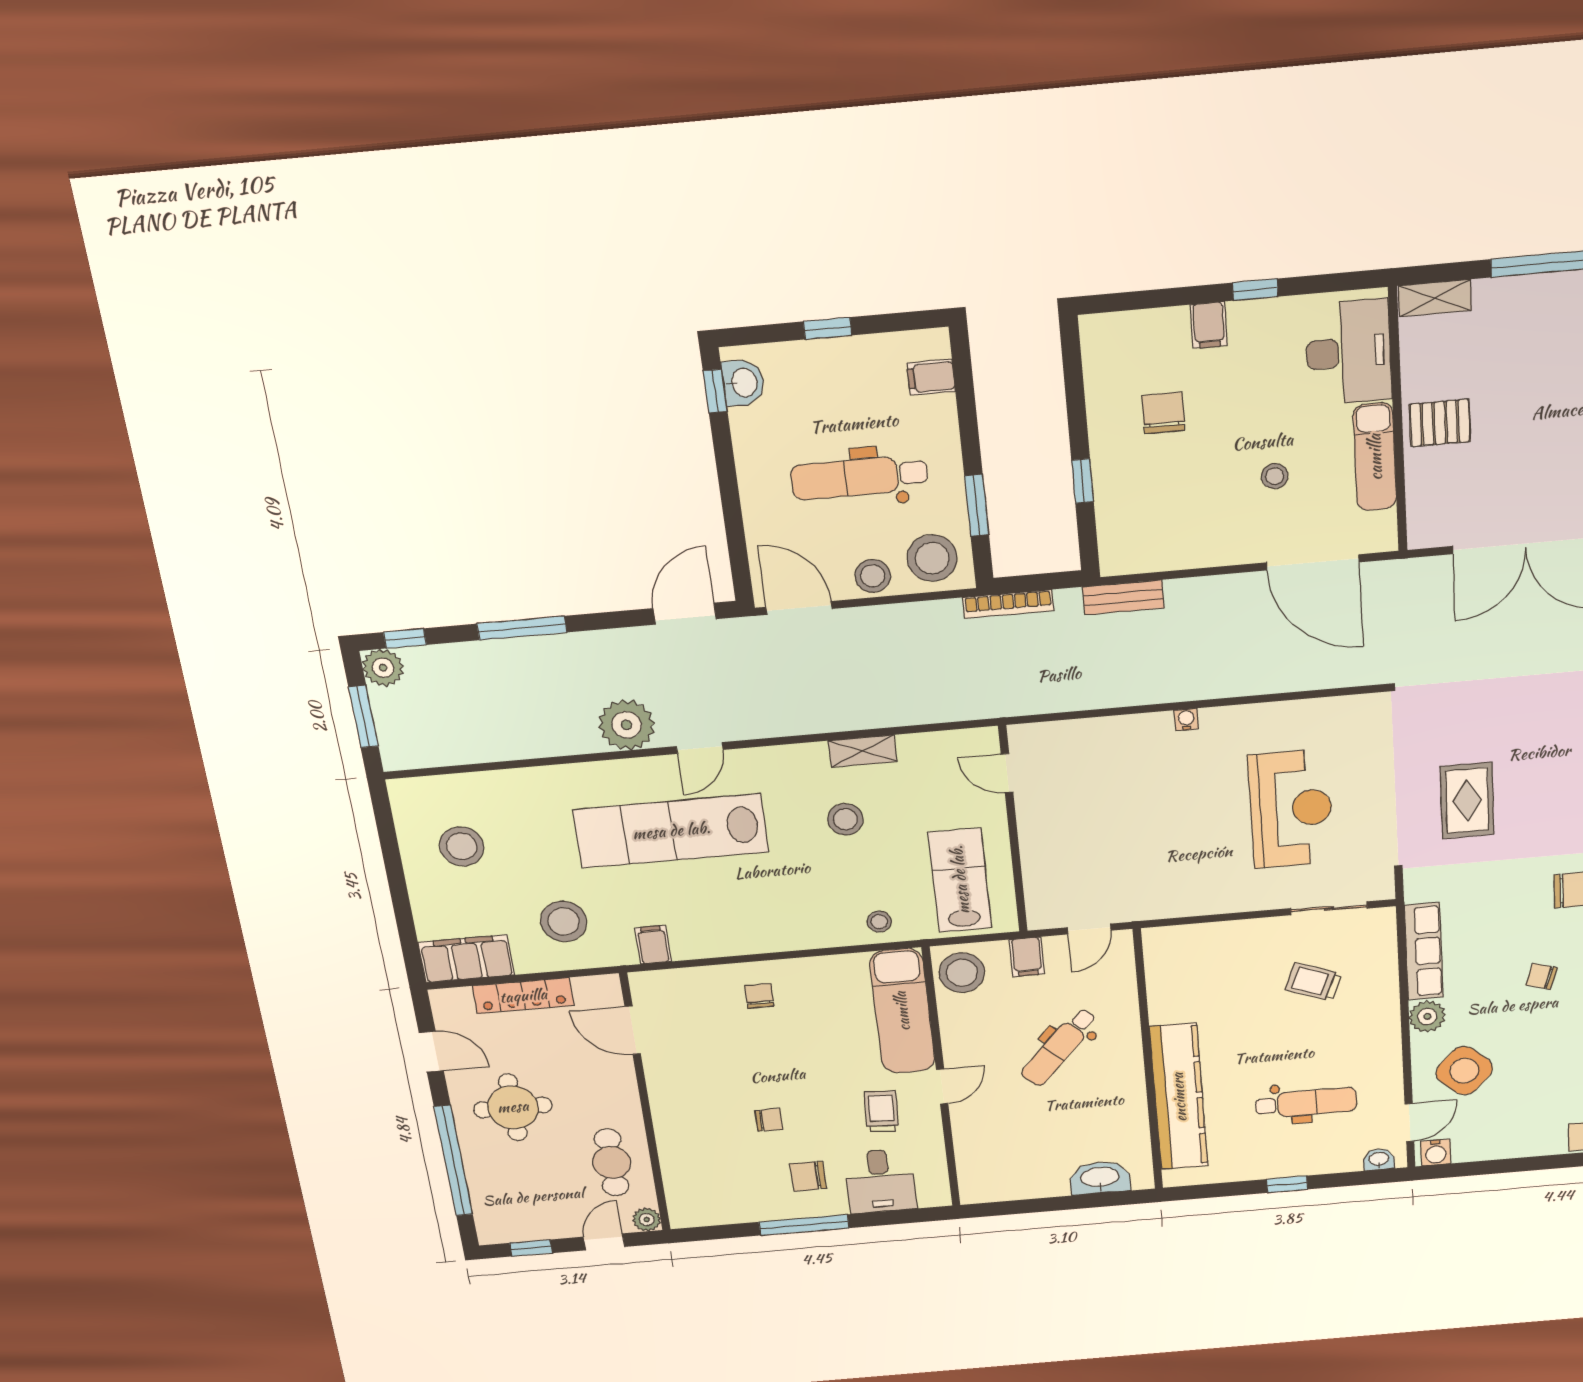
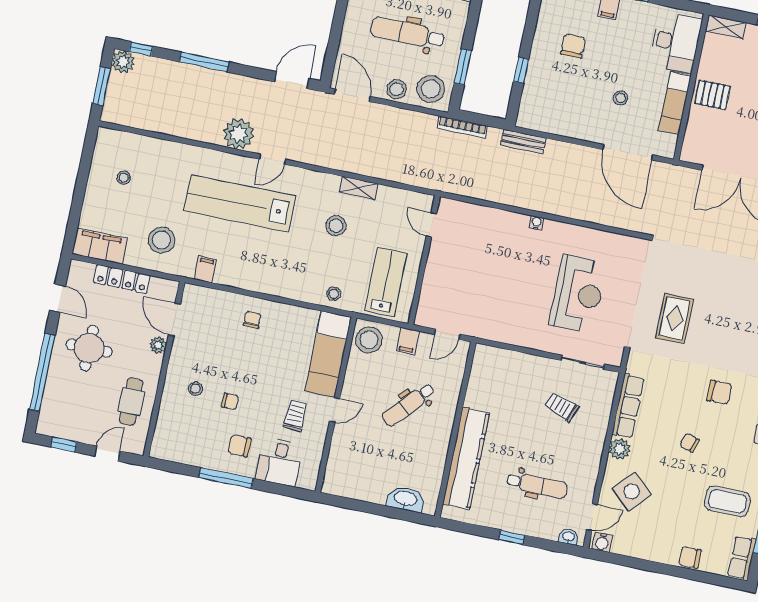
stool: (462, 846) -> (124, 178), width x0.53, depth x0.53
stool: (706, 1117) -> (195, 389), added
plant: (647, 1220) -> (158, 345), moved

